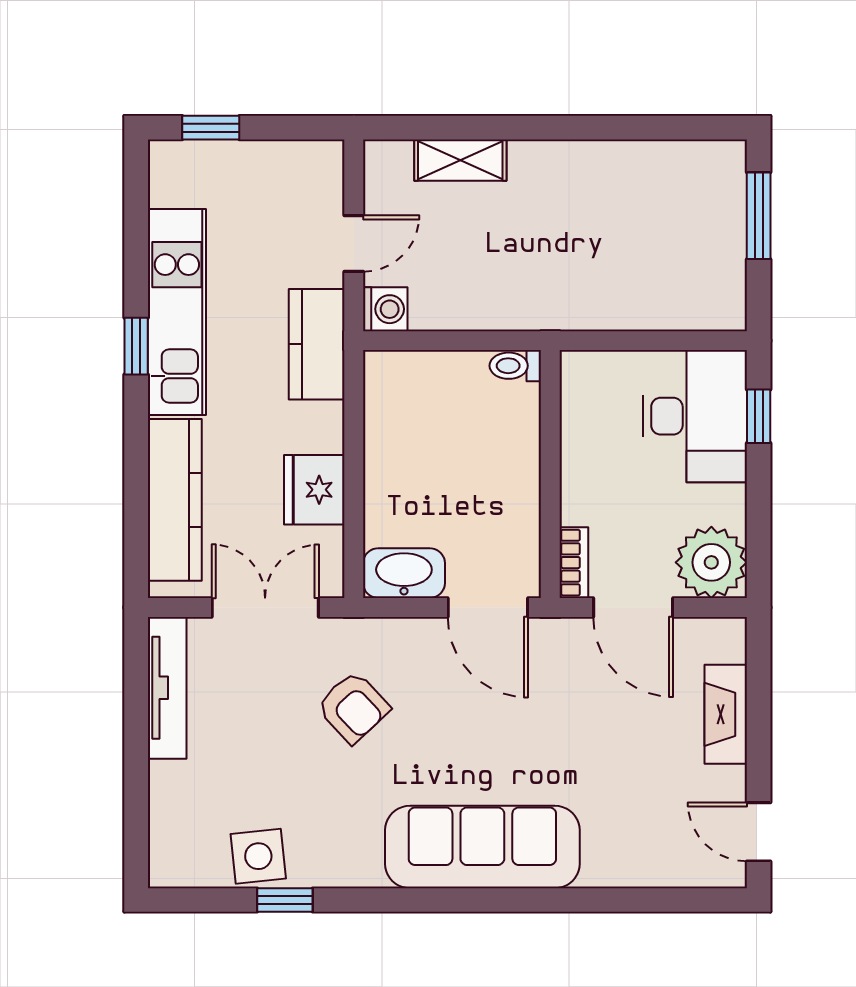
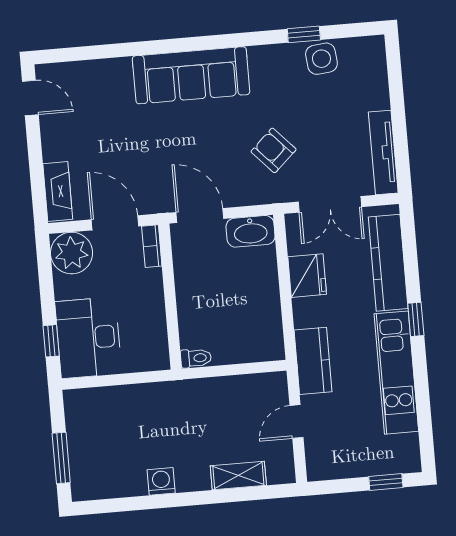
washing machine: (385, 309) -> (161, 481), moved, turned 90
window: (136, 346) -> (416, 319), moved
fireplace: (726, 714) -> (58, 191), moved

